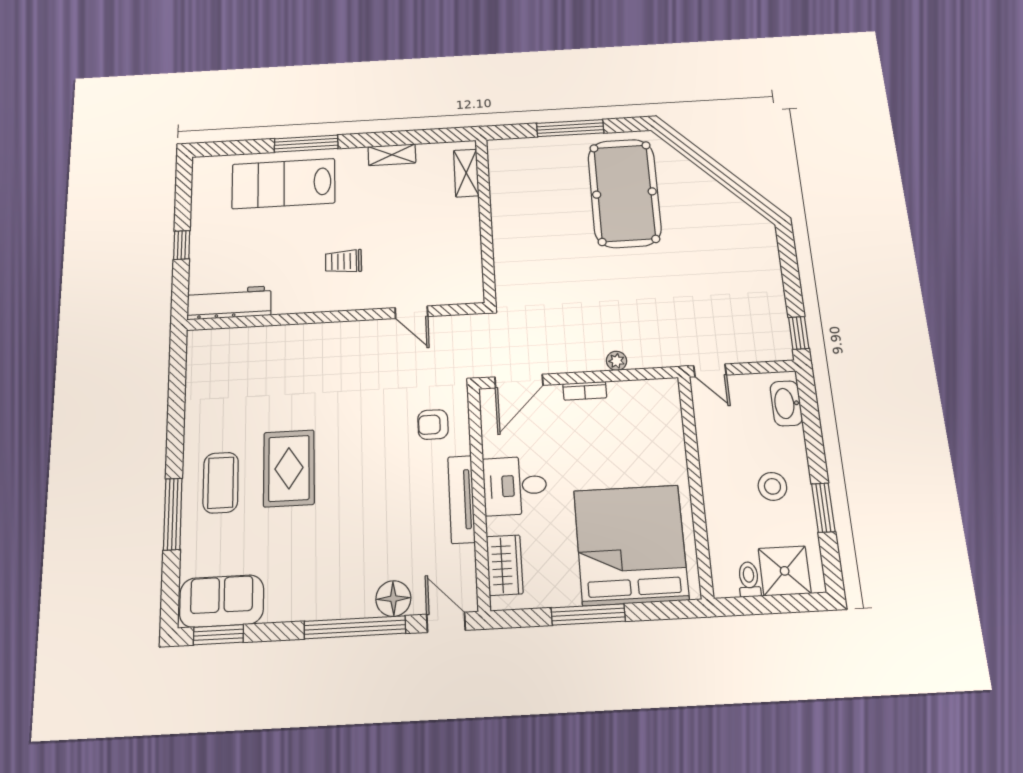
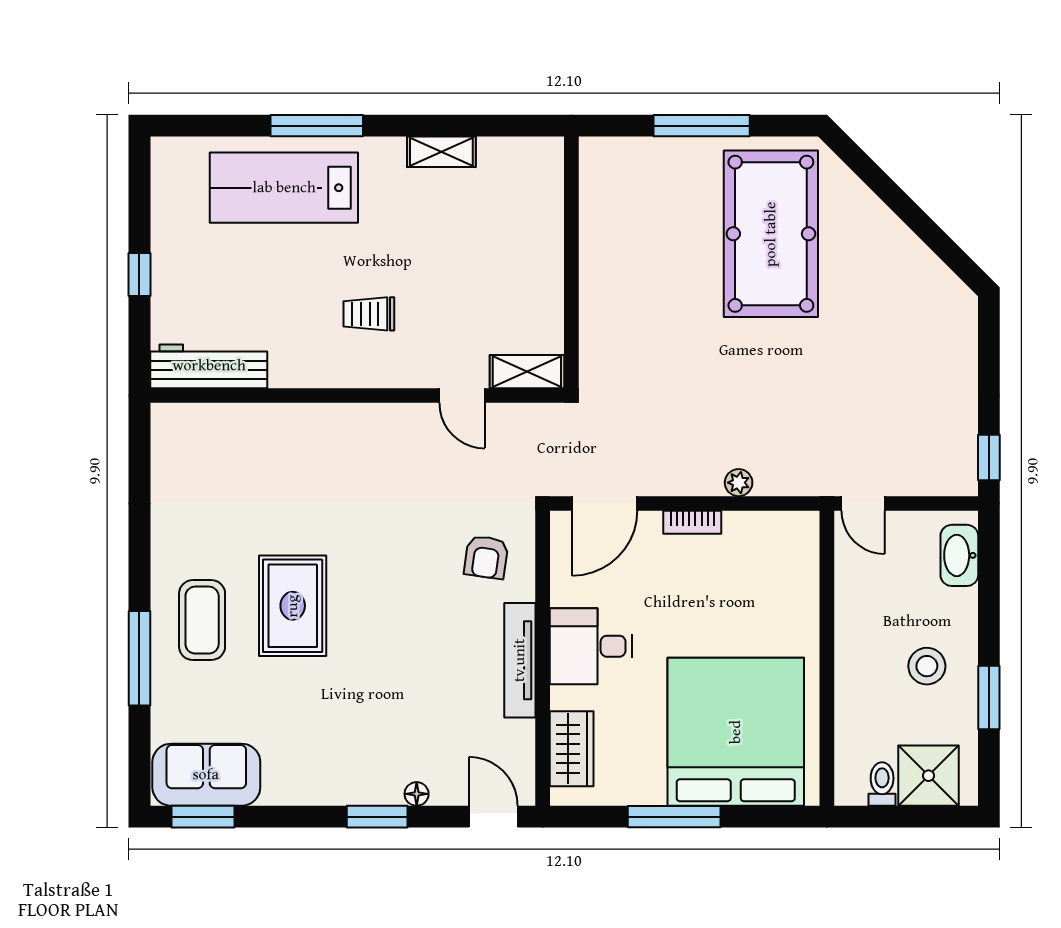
shelving: (466, 173) -> (527, 372), moved, turned 90
armchair: (433, 425) -> (486, 557), turned -82
floor lamp: (393, 599) -> (417, 794), width x0.53, depth x0.53
window: (355, 627) -> (377, 817), width x0.47

